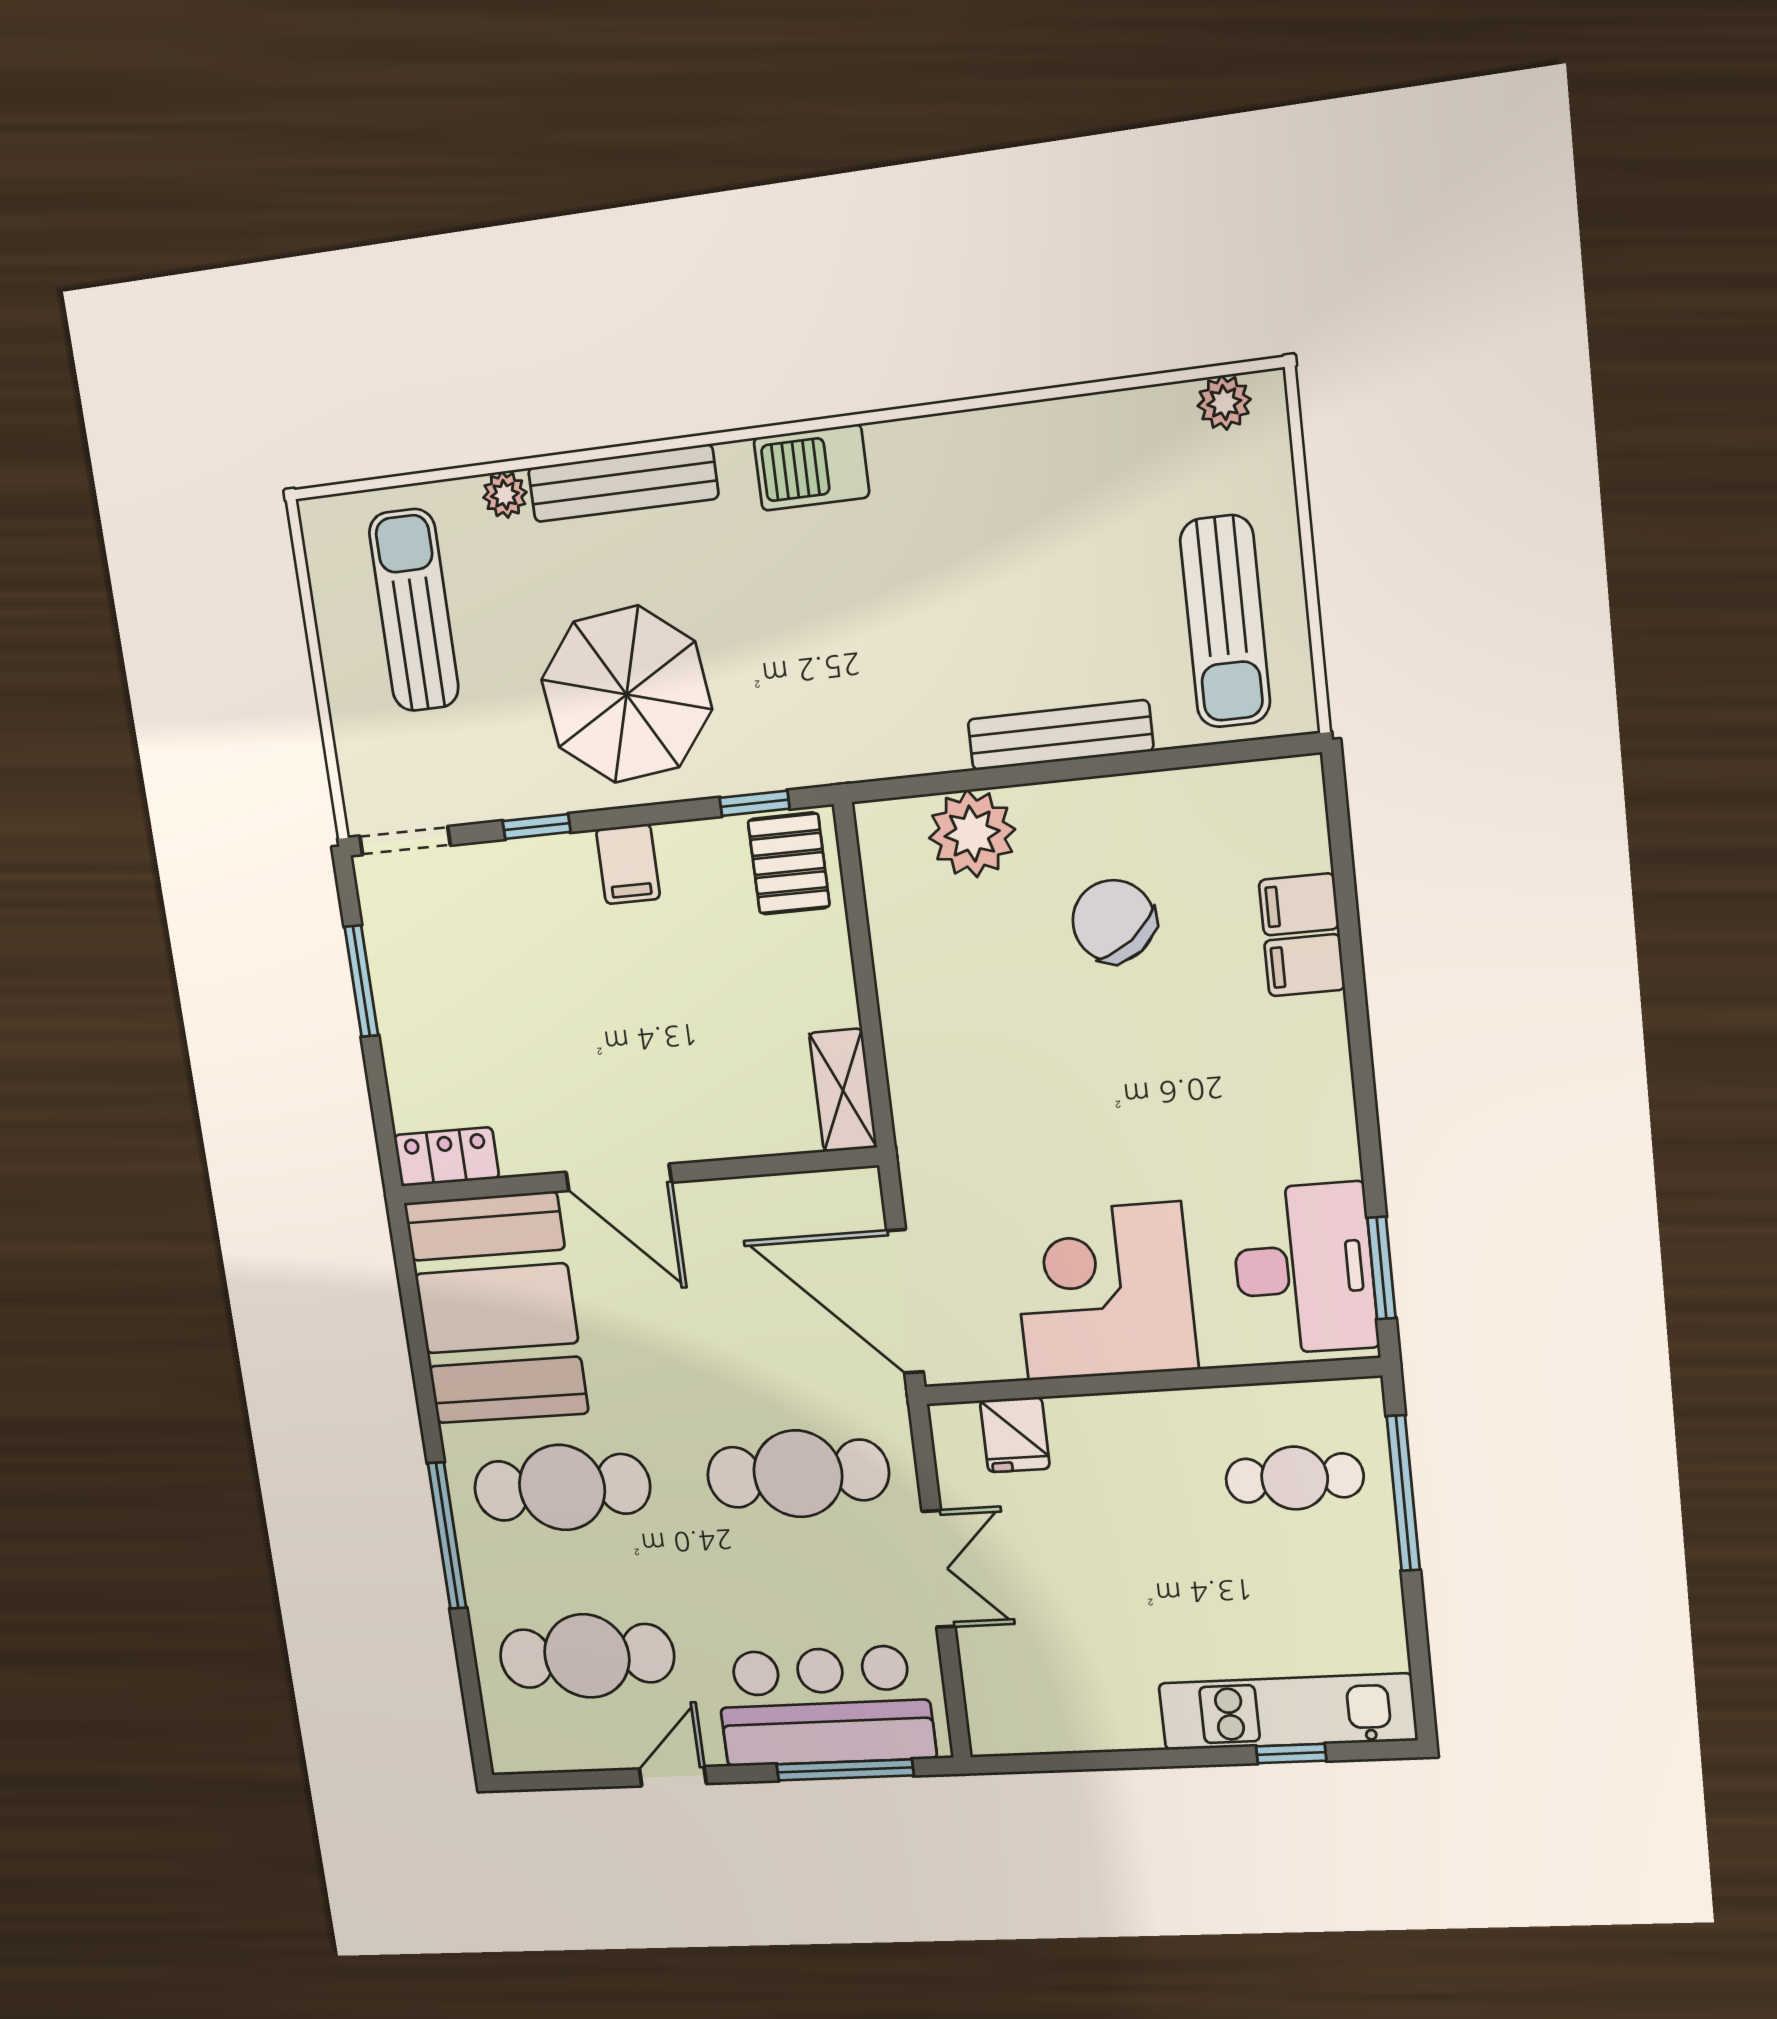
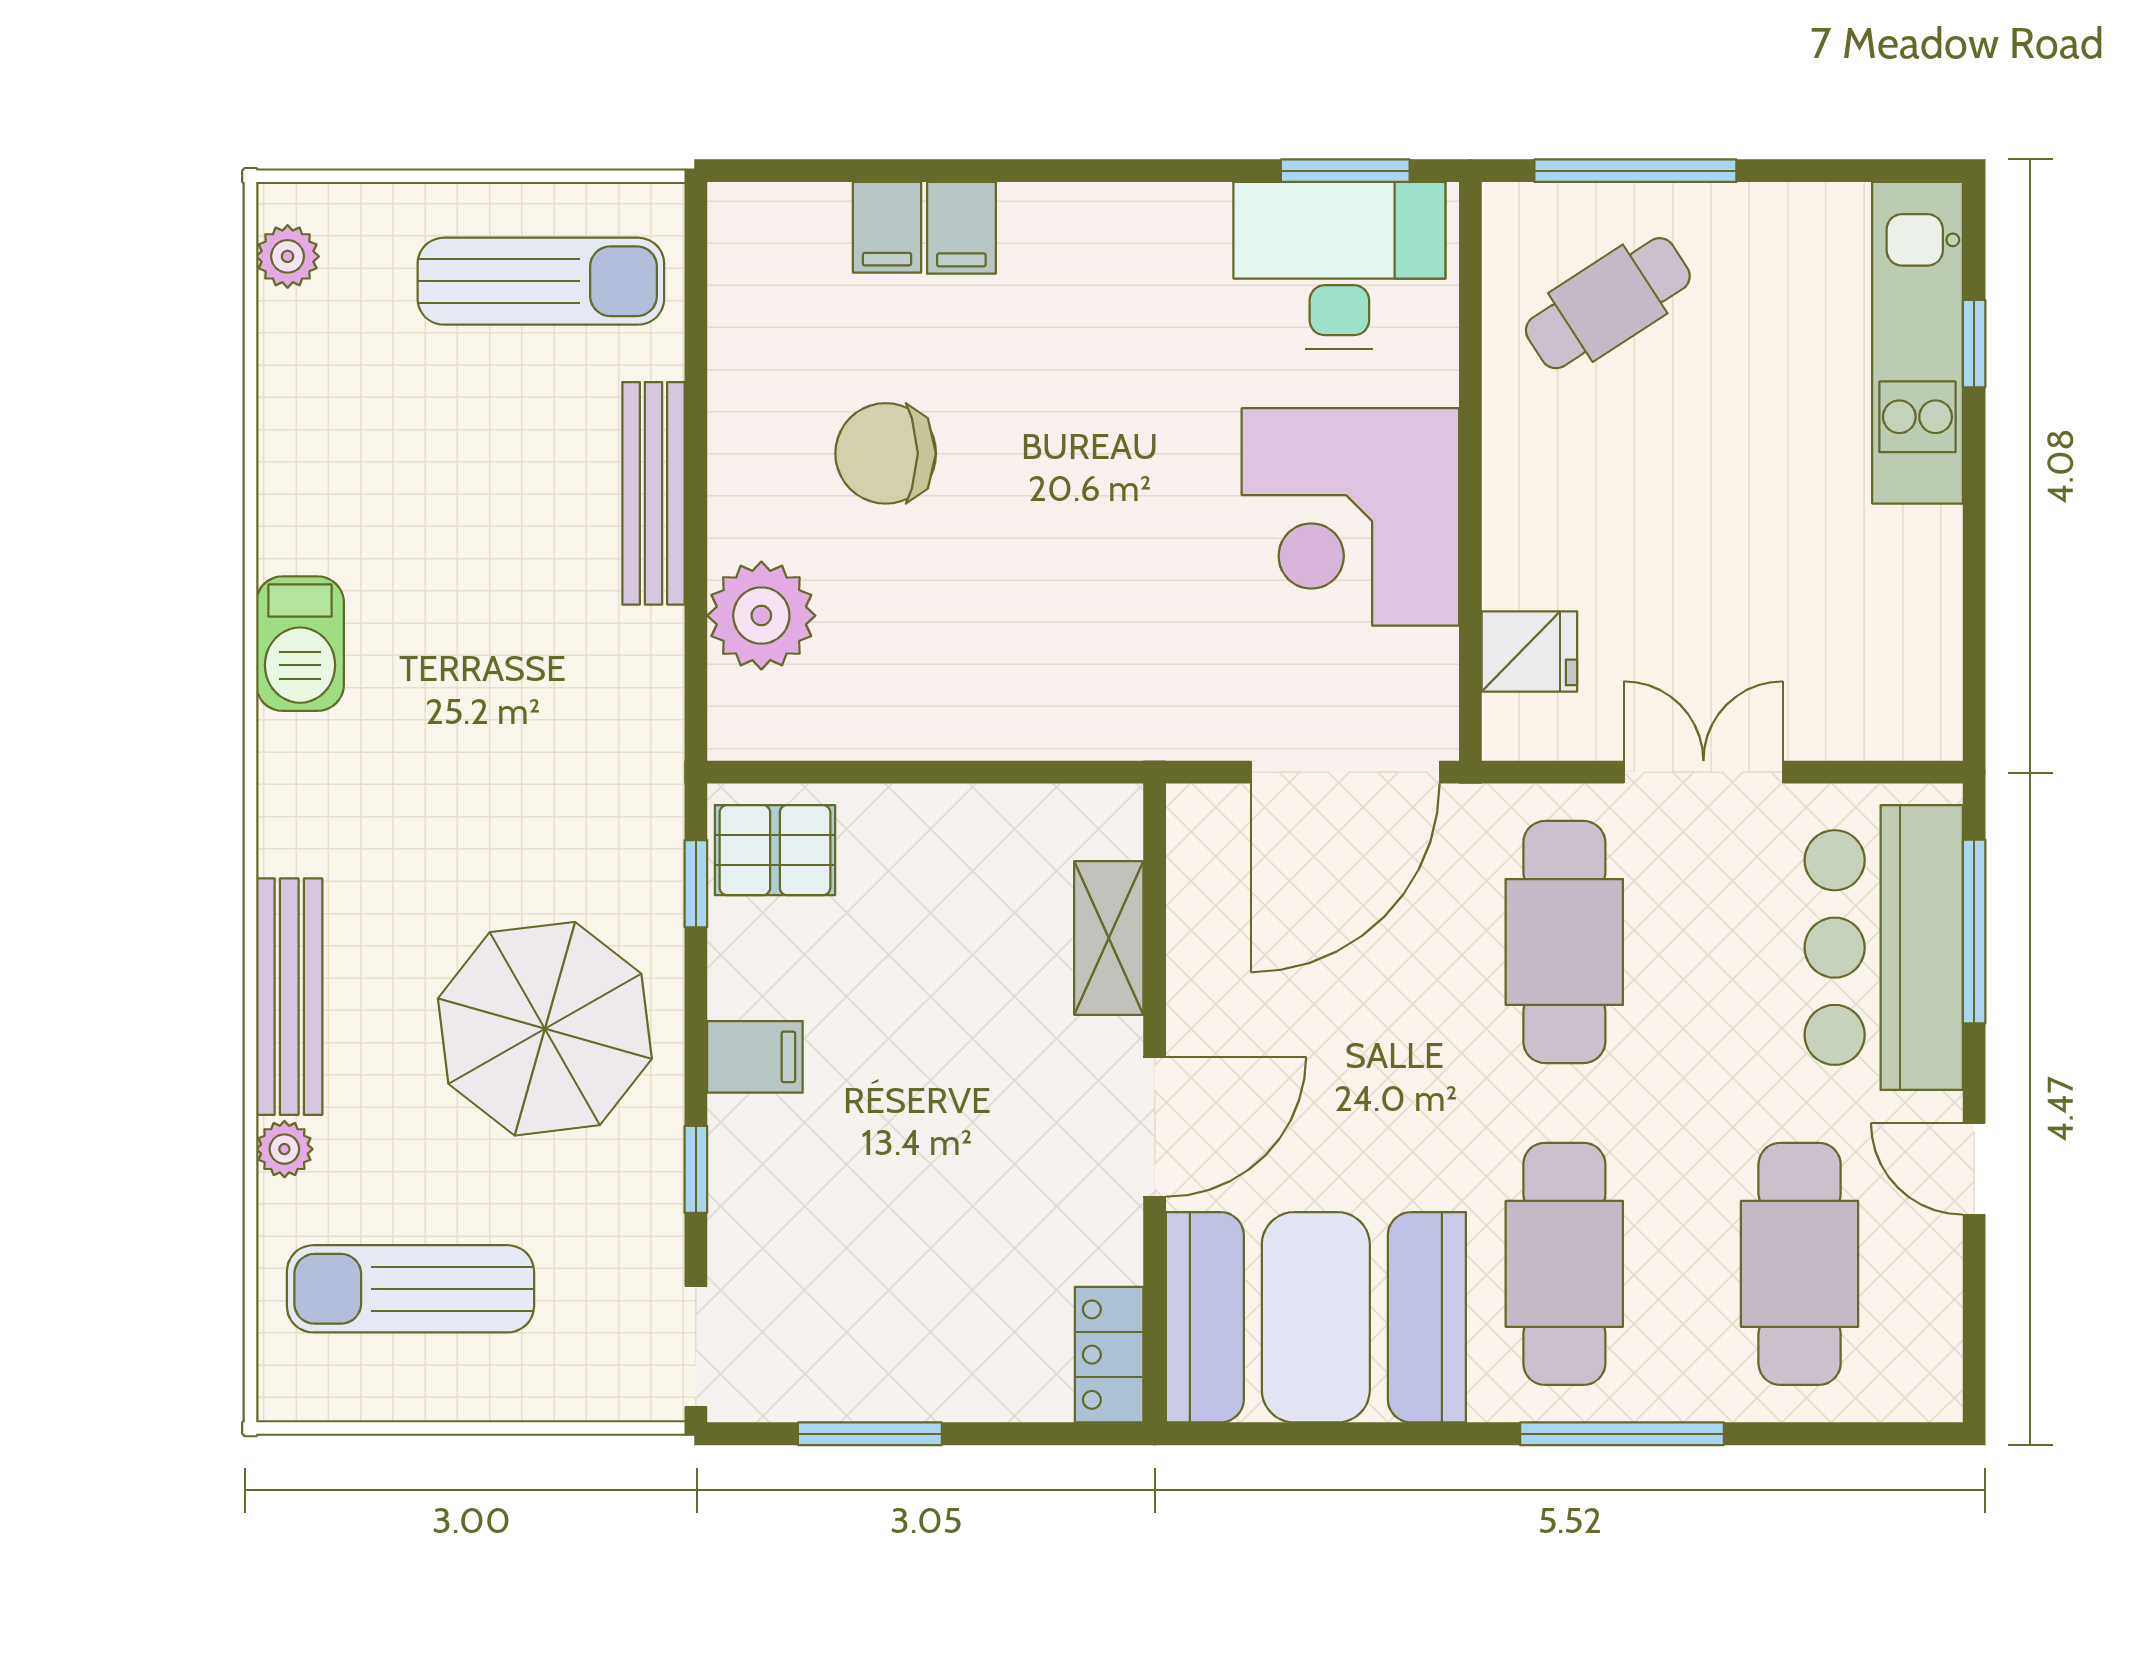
barbecue: (811, 468) -> (300, 644), moved
chair: (1114, 921) -> (886, 453), turned 38
shelving: (843, 1090) -> (1109, 938), moved, turned 90
cafe table: (1295, 1478) -> (1608, 303), turned 57

